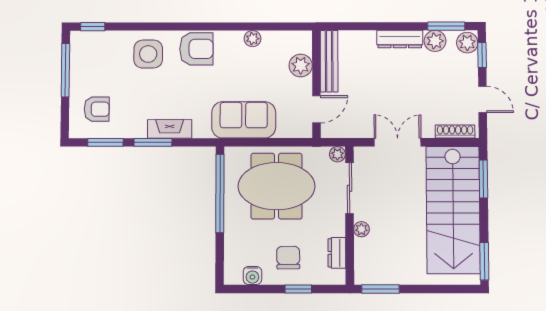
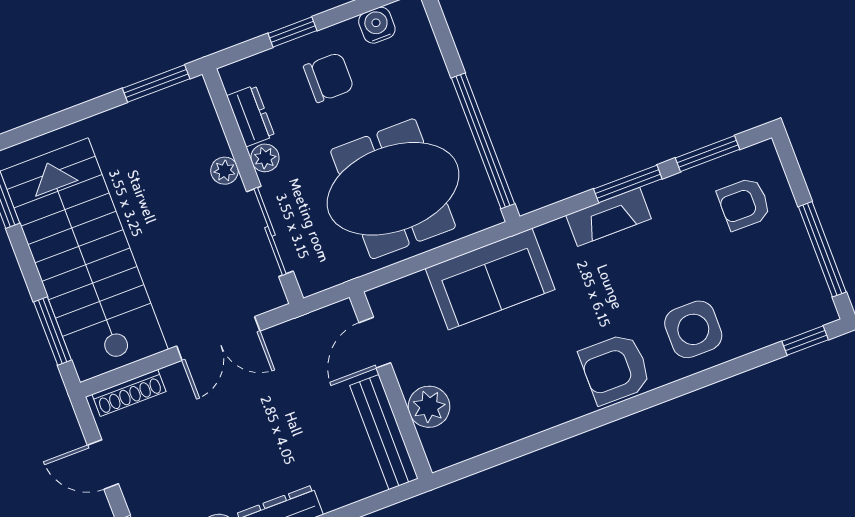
plant: (253, 39) -> (527, 422), removed
plant: (337, 154) -> (265, 158), moved
chair: (288, 258) -> (329, 77), turned -89

